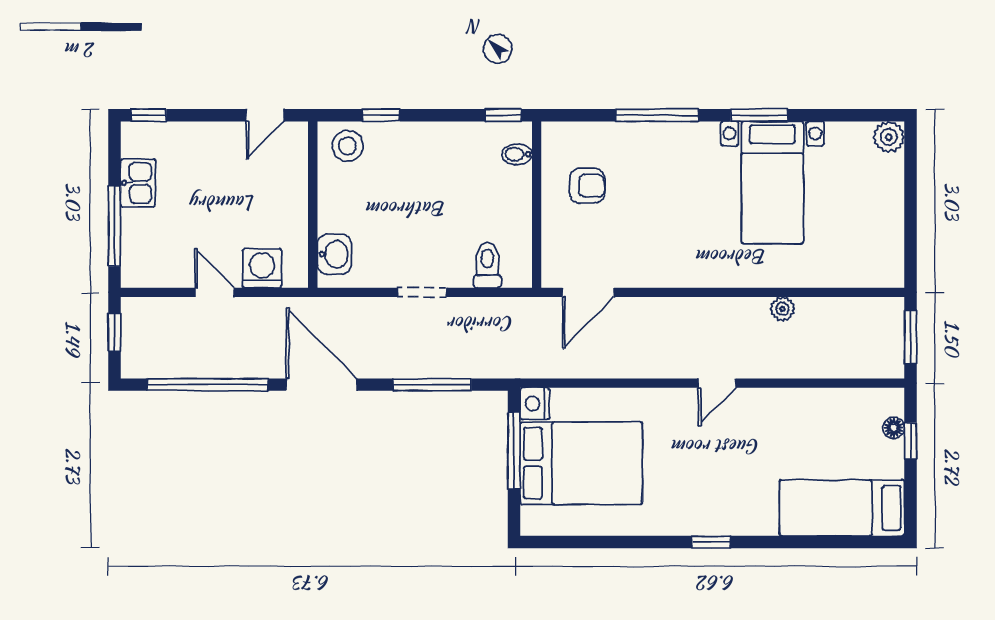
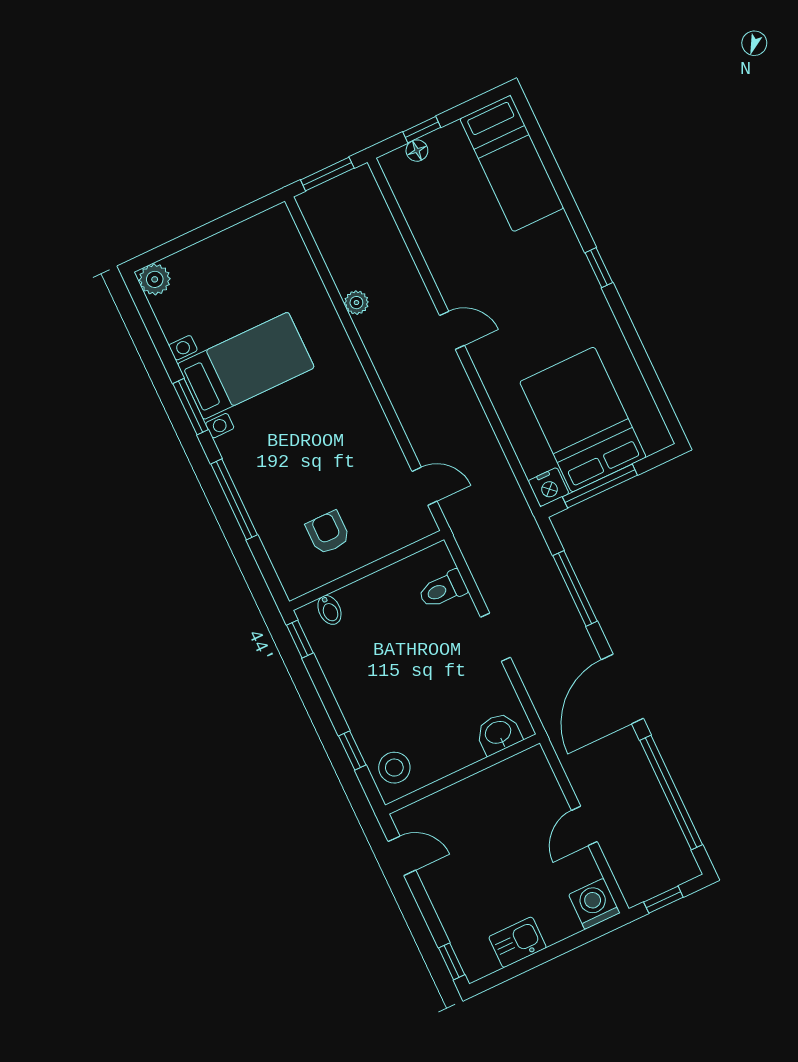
window: (114, 226) -> (567, 945), removed
washing machine: (262, 268) -> (594, 904), moved, turned 90
door: (588, 292) -> (425, 486), width x0.73

